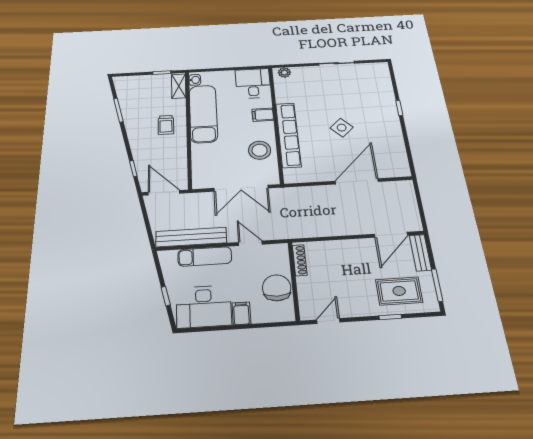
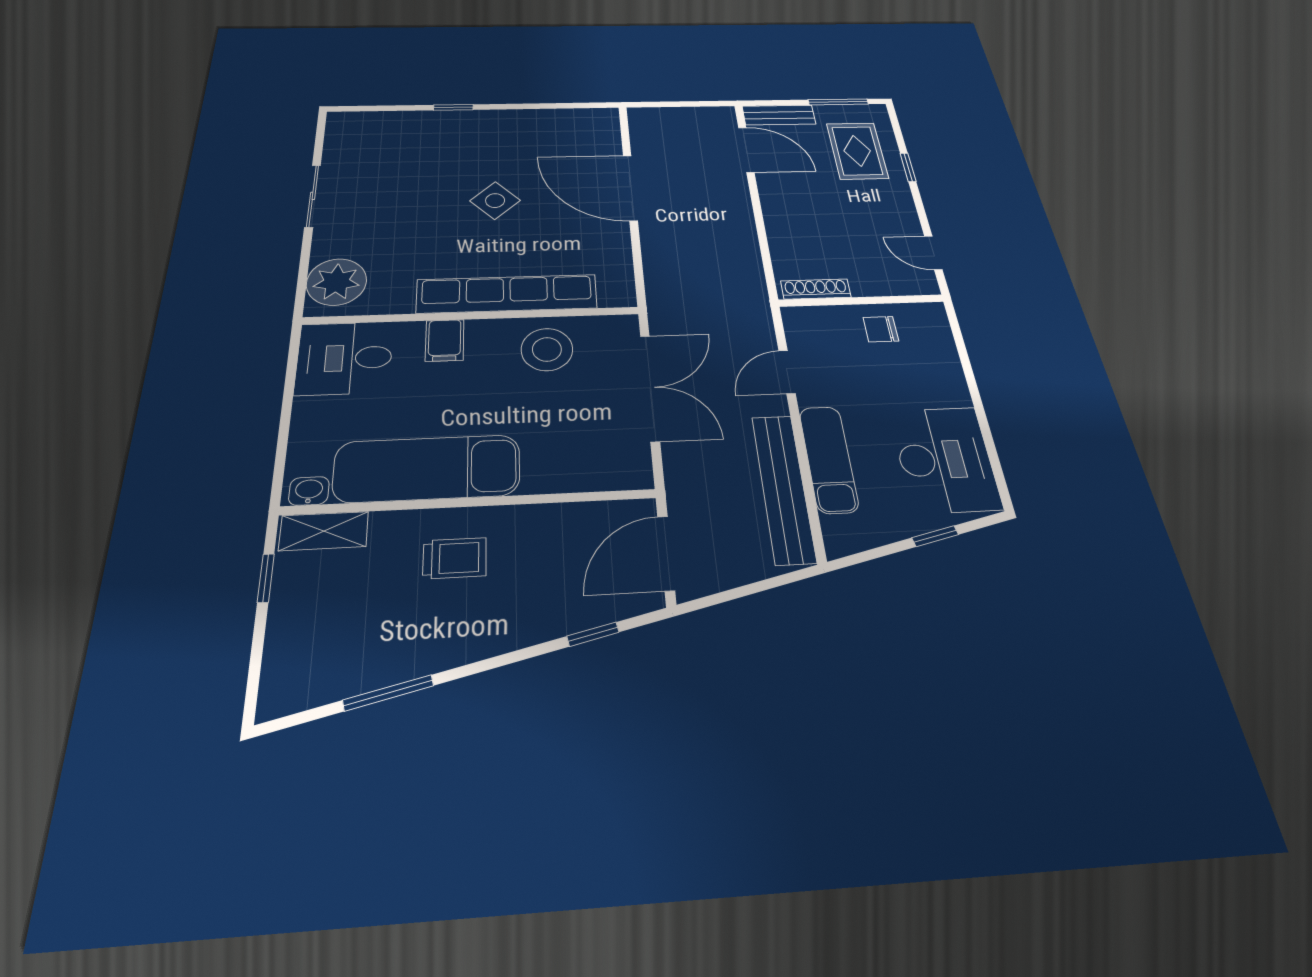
plant: (284, 72) -> (336, 282), width x1.87, depth x1.87
chair: (277, 288) -> (881, 329), width x0.54, depth x0.54
filing cabinet: (241, 313) -> (946, 390), removed

